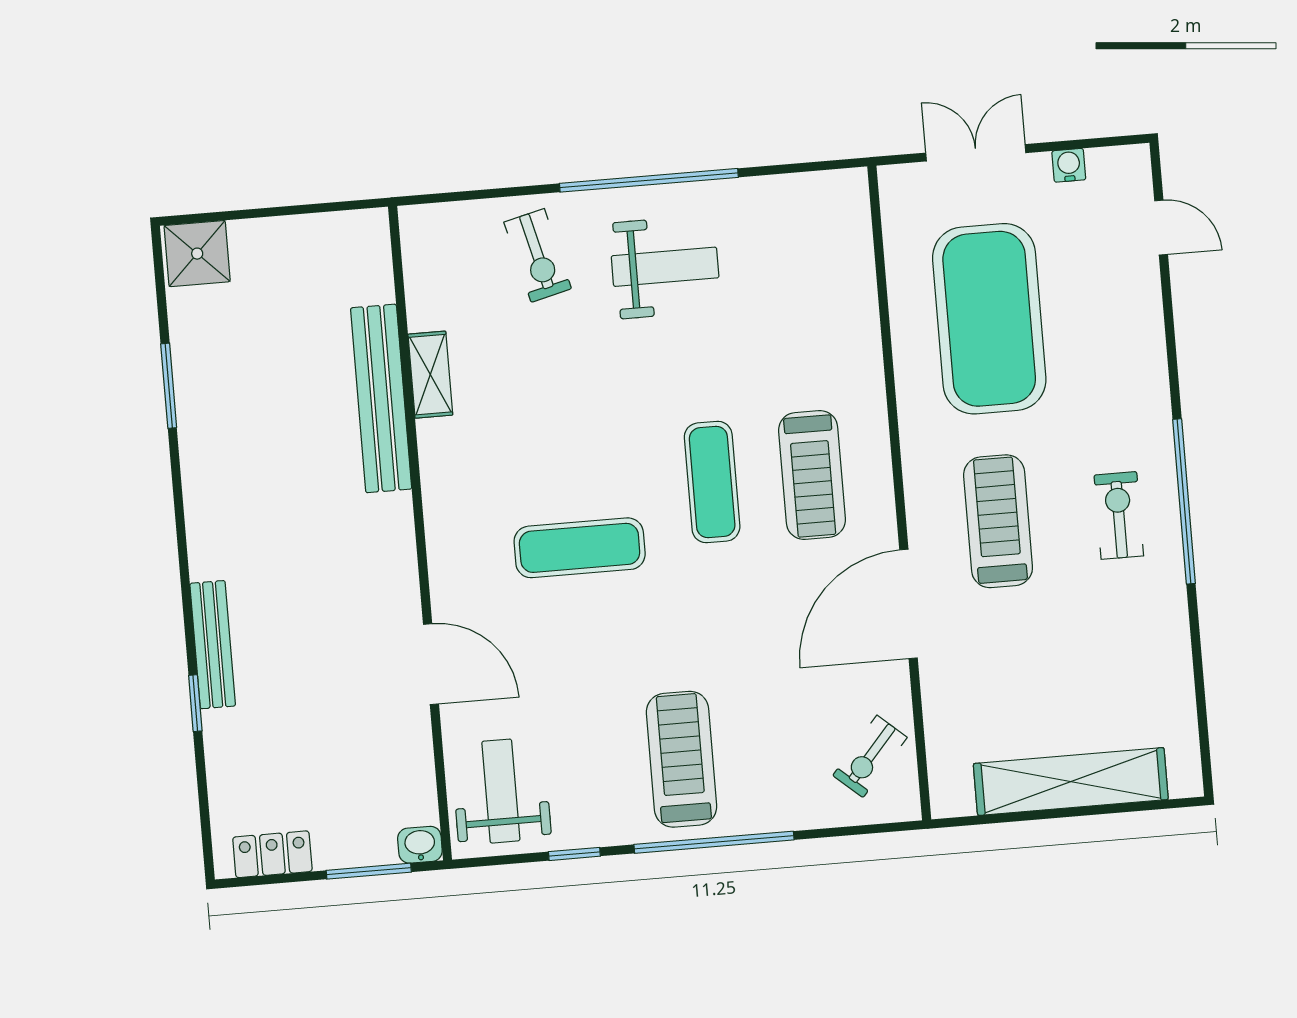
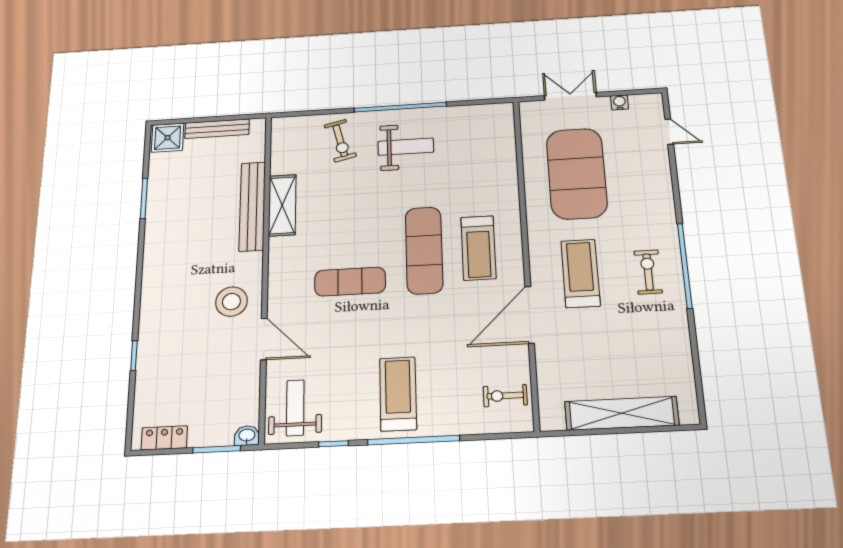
shelving: (430, 375) -> (282, 205), width x1.50, depth x1.33
exercise mat: (712, 482) -> (424, 250), width x1.36, depth x1.45
stool: (363, 593) -> (231, 302), added
bench: (213, 645) -> (217, 129), moved, turned 90
exercise bike: (870, 756) -> (505, 396), turned 49

